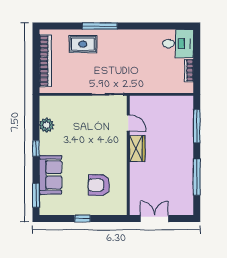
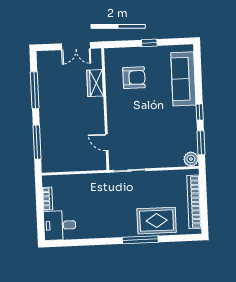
rug: (83, 44) -> (157, 221), width x1.36, depth x1.43
plant: (47, 125) -> (191, 159), moved
wardrobe: (137, 149) -> (95, 83), moved
sofa: (51, 175) -> (183, 79), width x1.36
window: (36, 195) -> (201, 143), moved

